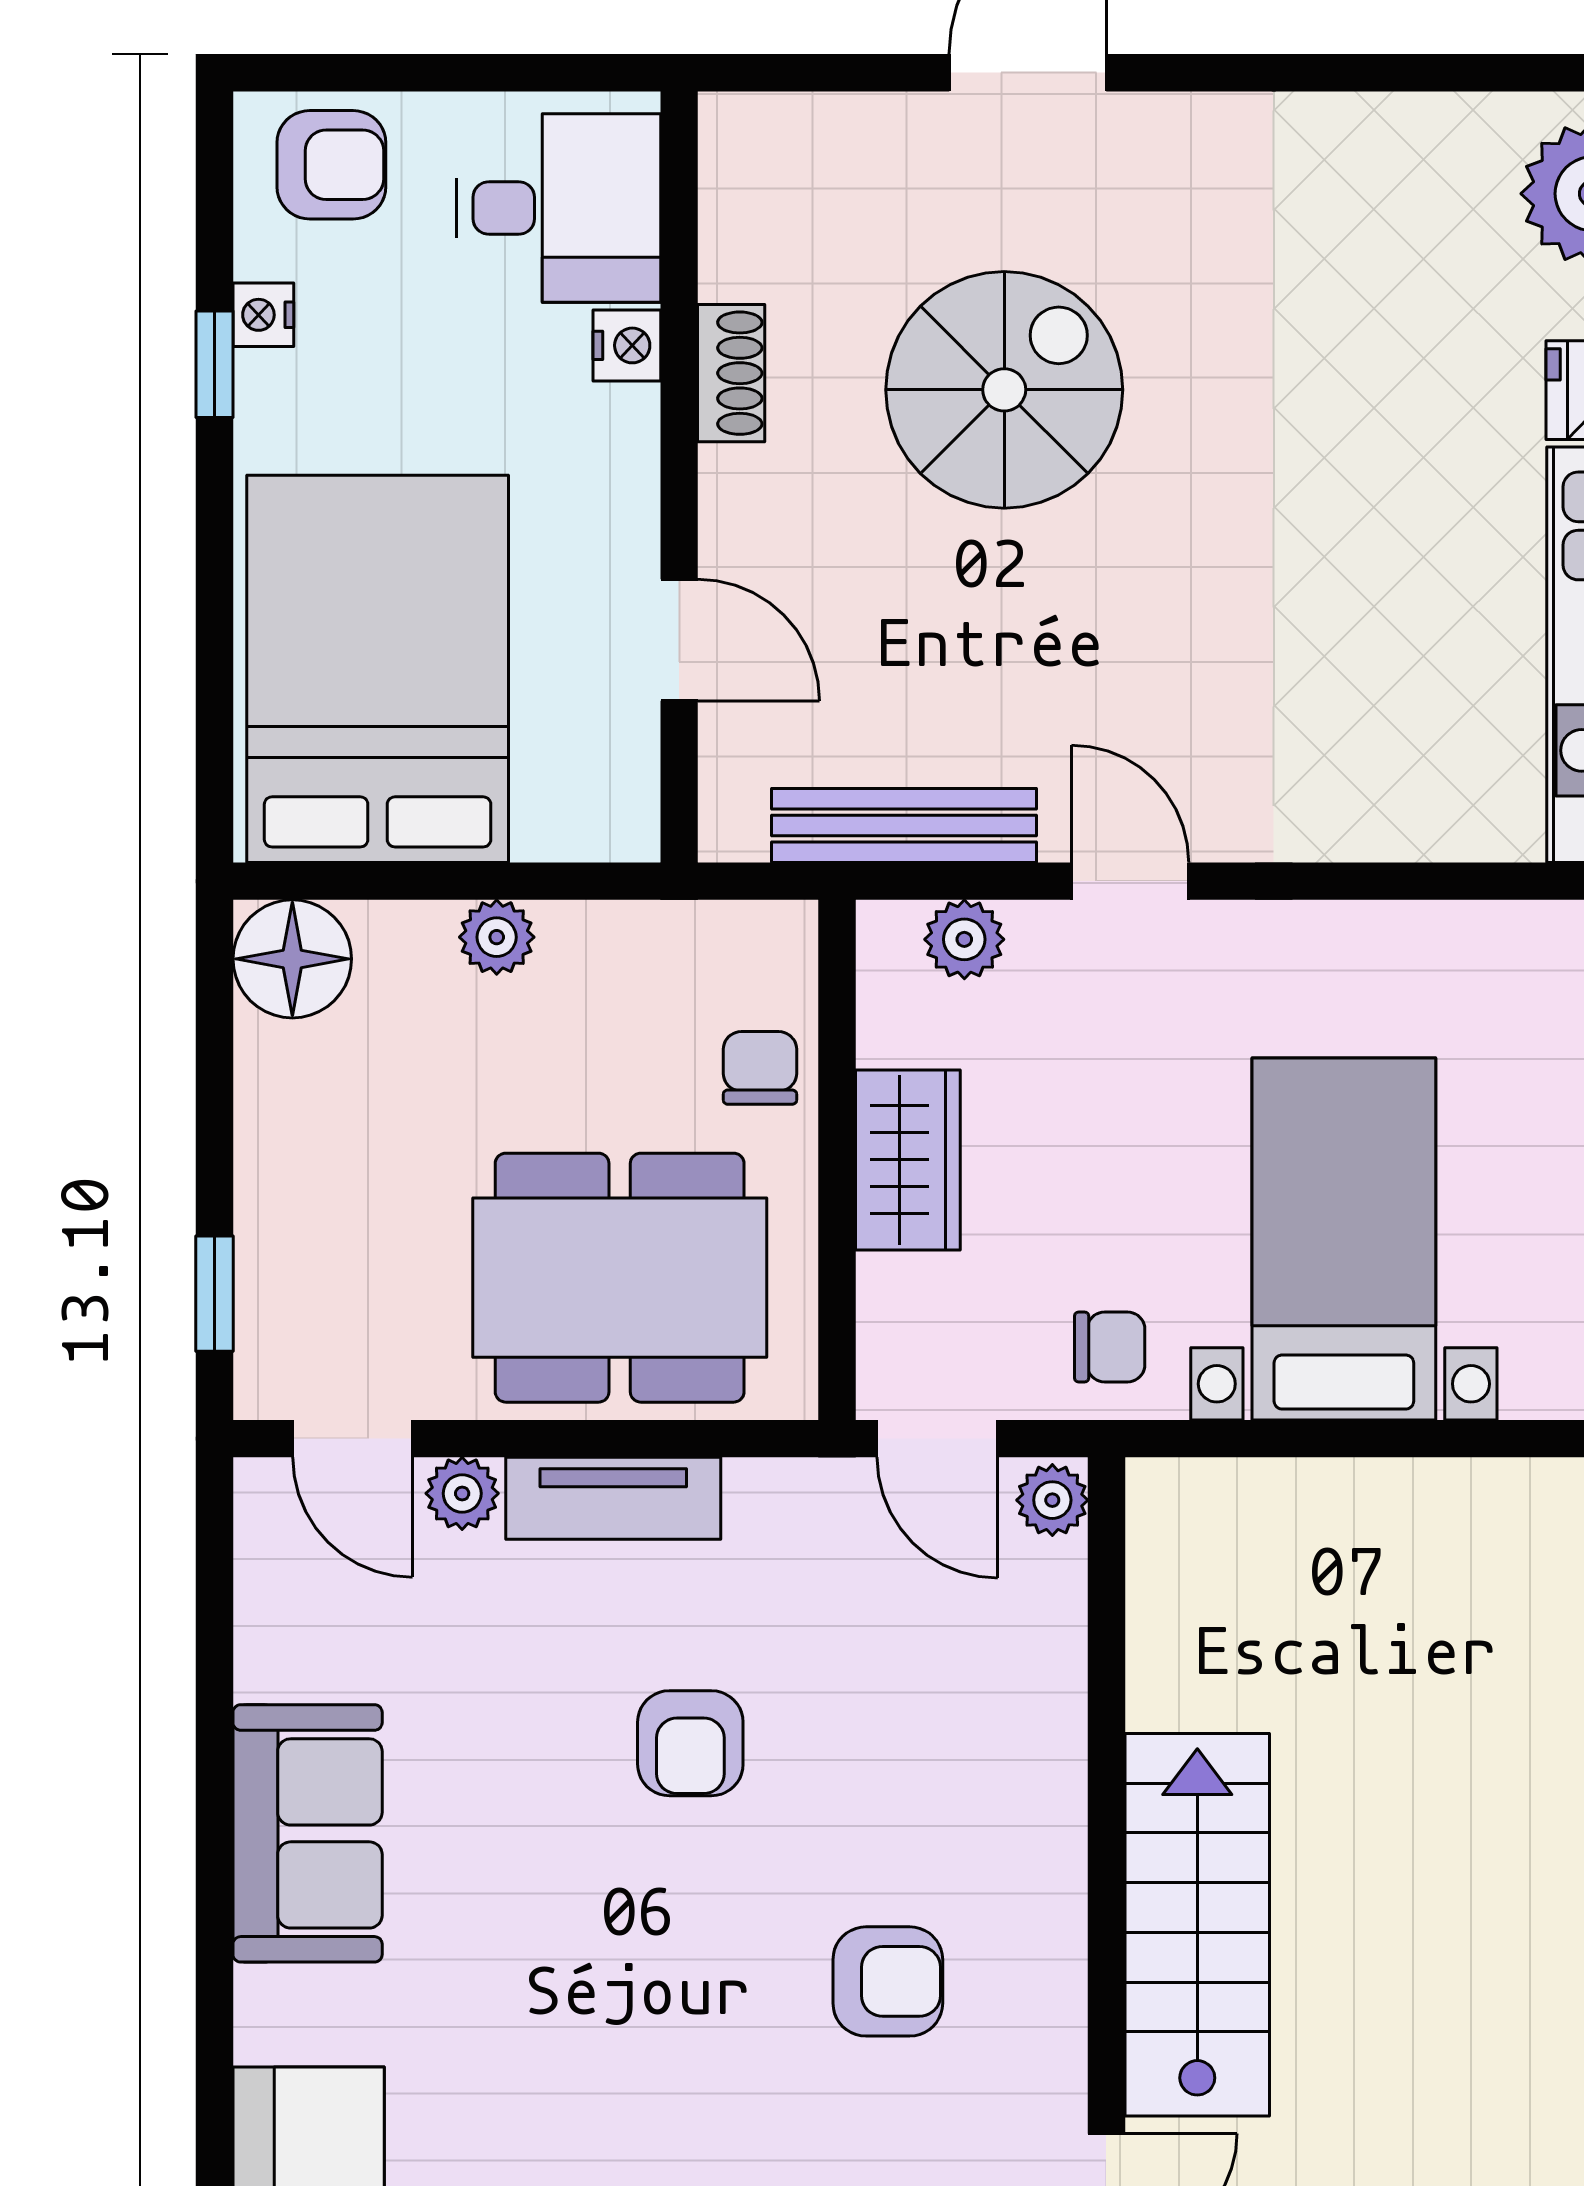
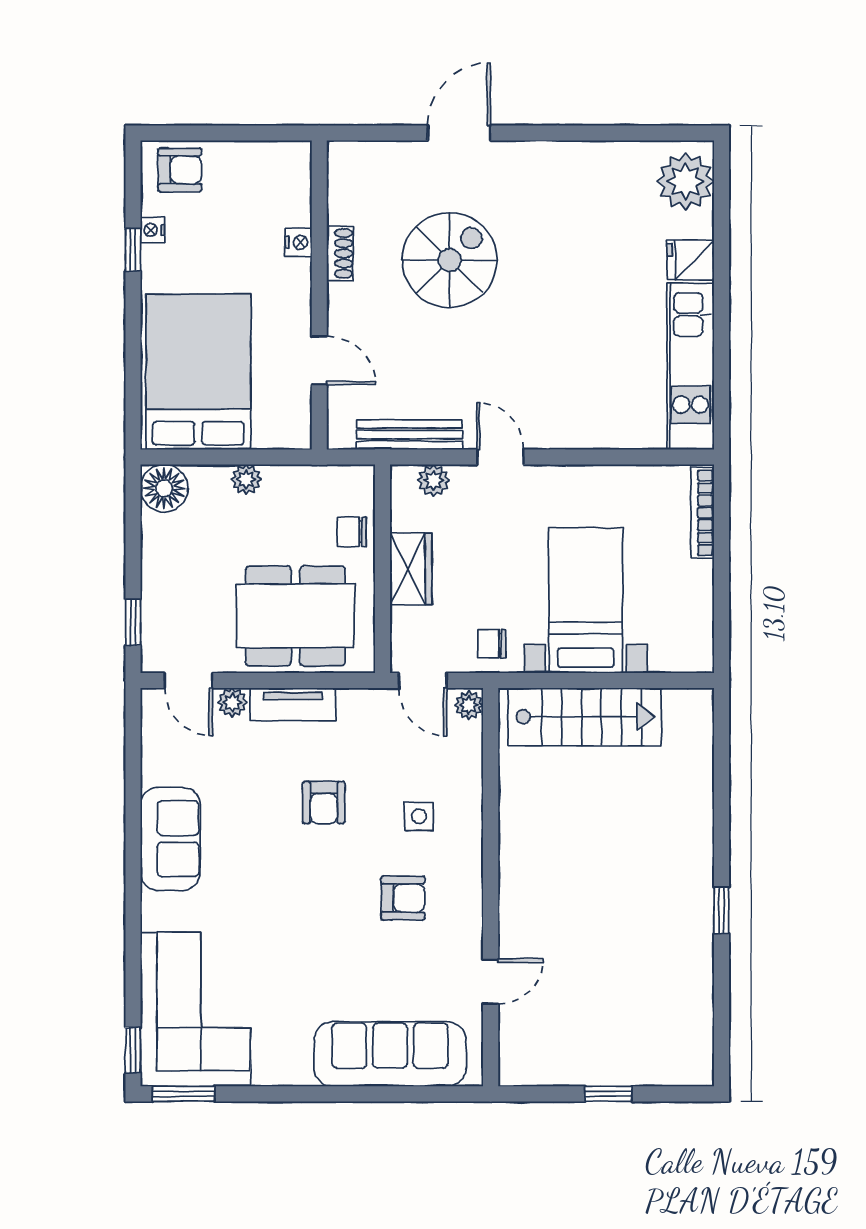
desk: (559, 208) -> (271, 187), removed
chair: (760, 1068) -> (352, 532), turned -90
chair: (1110, 1347) -> (492, 644), turned 180
side table: (928, 1778) -> (419, 816), added
stairs: (1197, 1925) -> (585, 717), moved, turned 90

